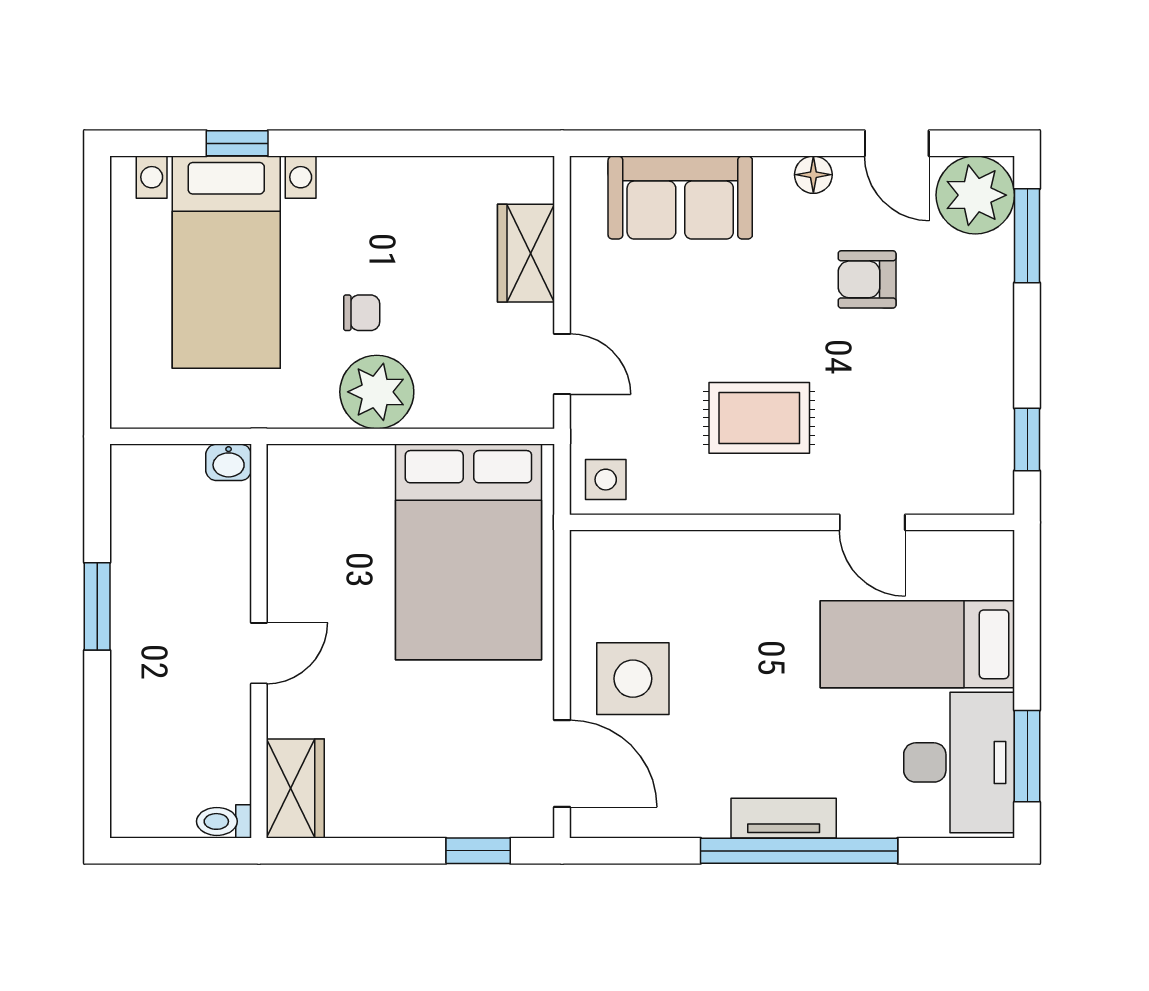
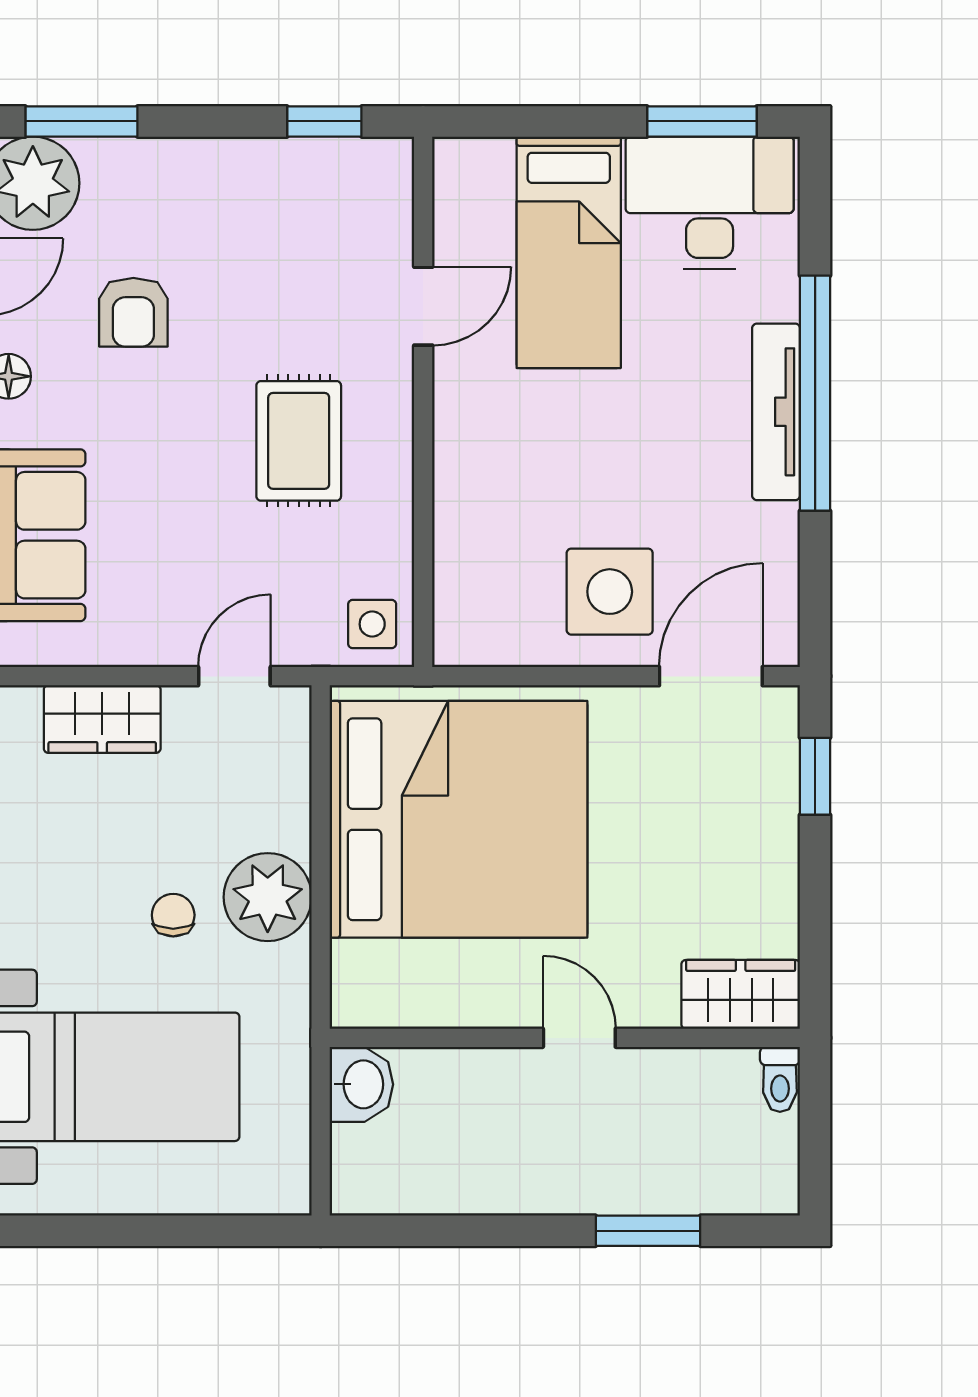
washbasin: (229, 462) -> (361, 1084), width x1.38, depth x1.45
bed: (468, 552) -> (459, 819), width x1.36
window: (97, 606) -> (648, 1231), moved
tv unit: (784, 818) -> (776, 412), width x1.41

